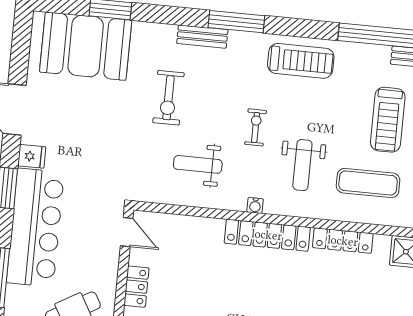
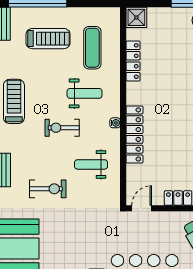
exercise bike: (256, 127) -> (62, 128), width x1.38, depth x1.39
weight bench: (198, 164) -> (91, 164), turned 90
locker: (267, 235) -> (134, 134), moved

